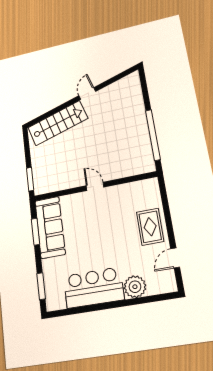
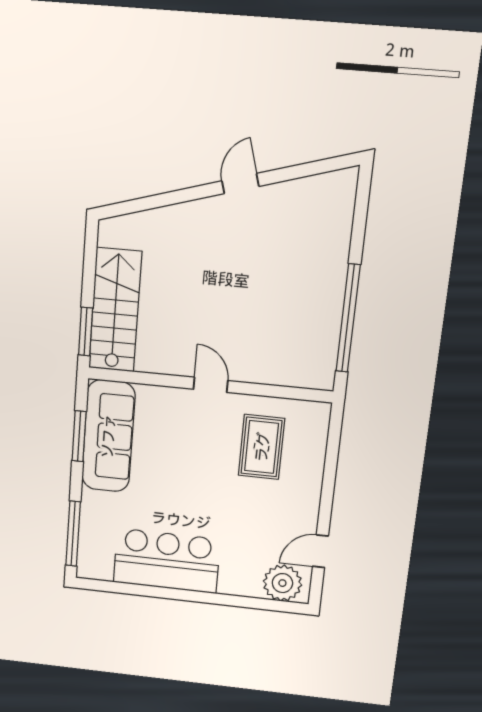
stairs: (58, 123) -> (115, 310), moved, turned -74
rug: (150, 227) -> (262, 447), moved
window: (41, 286) -> (73, 534), width x1.44
plant: (135, 287) -> (282, 583), moved

